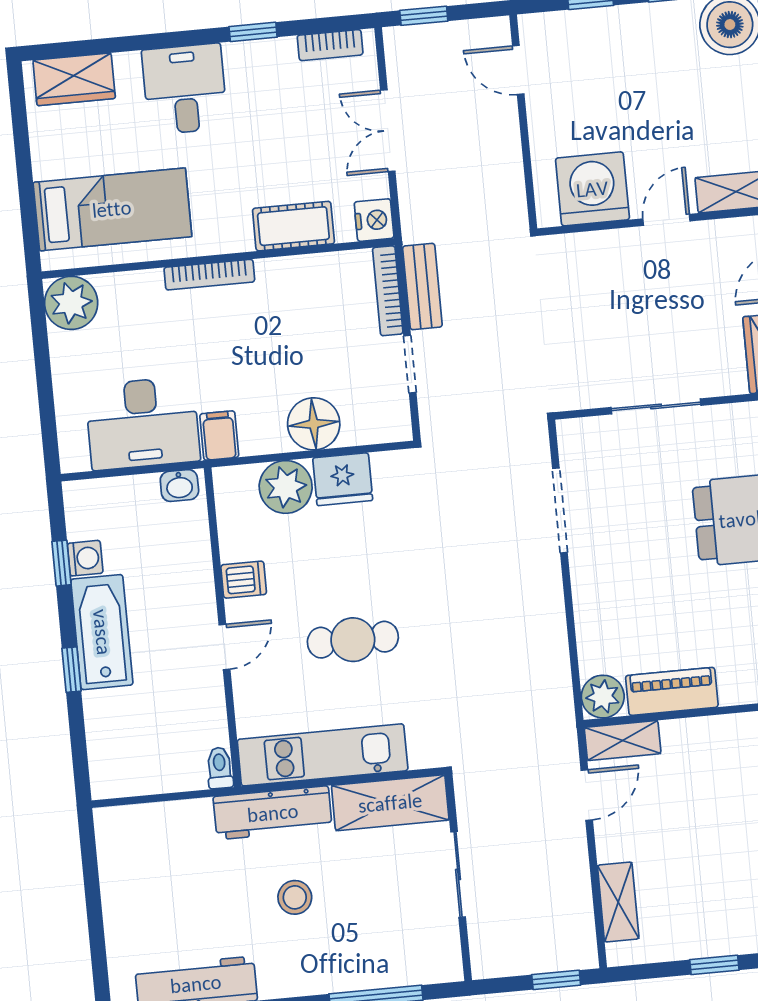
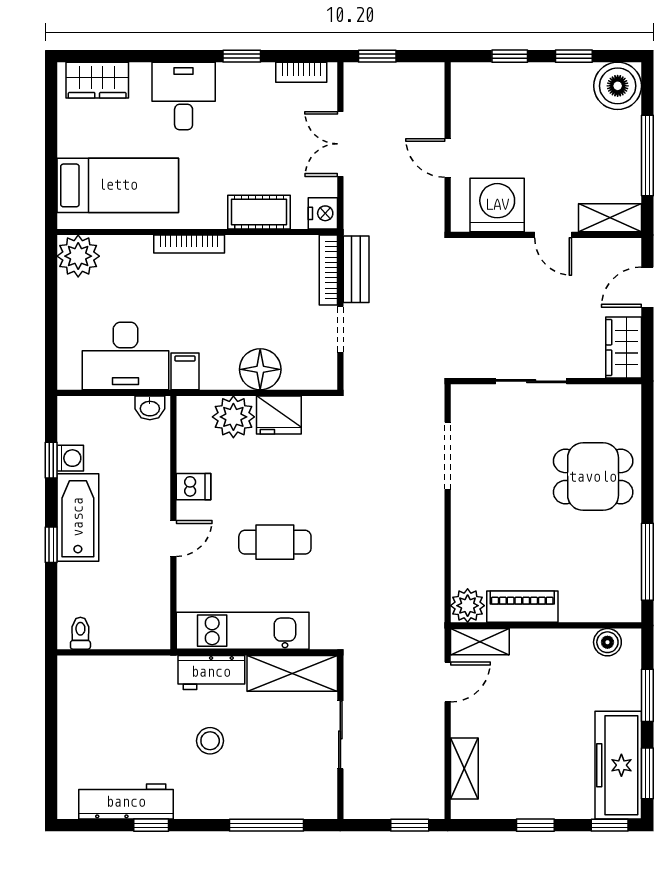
door: (518, 70) -> (448, 158), moved
door: (666, 220) -> (553, 235), swing flipped
toilet: (220, 768) -> (80, 633), moved
workbench: (273, 813) -> (211, 672), width x0.73

